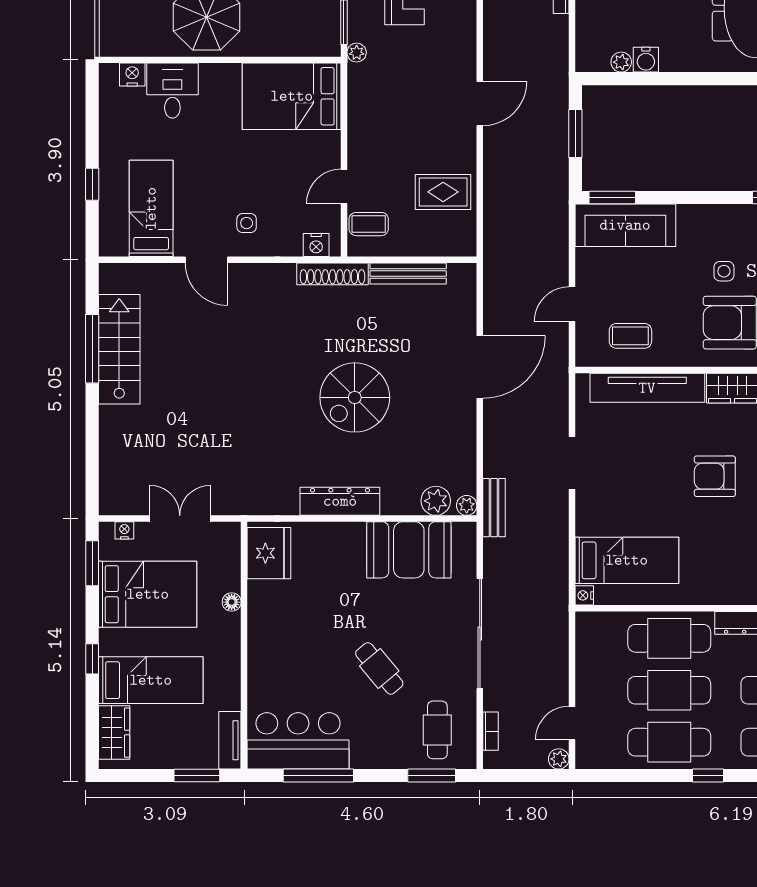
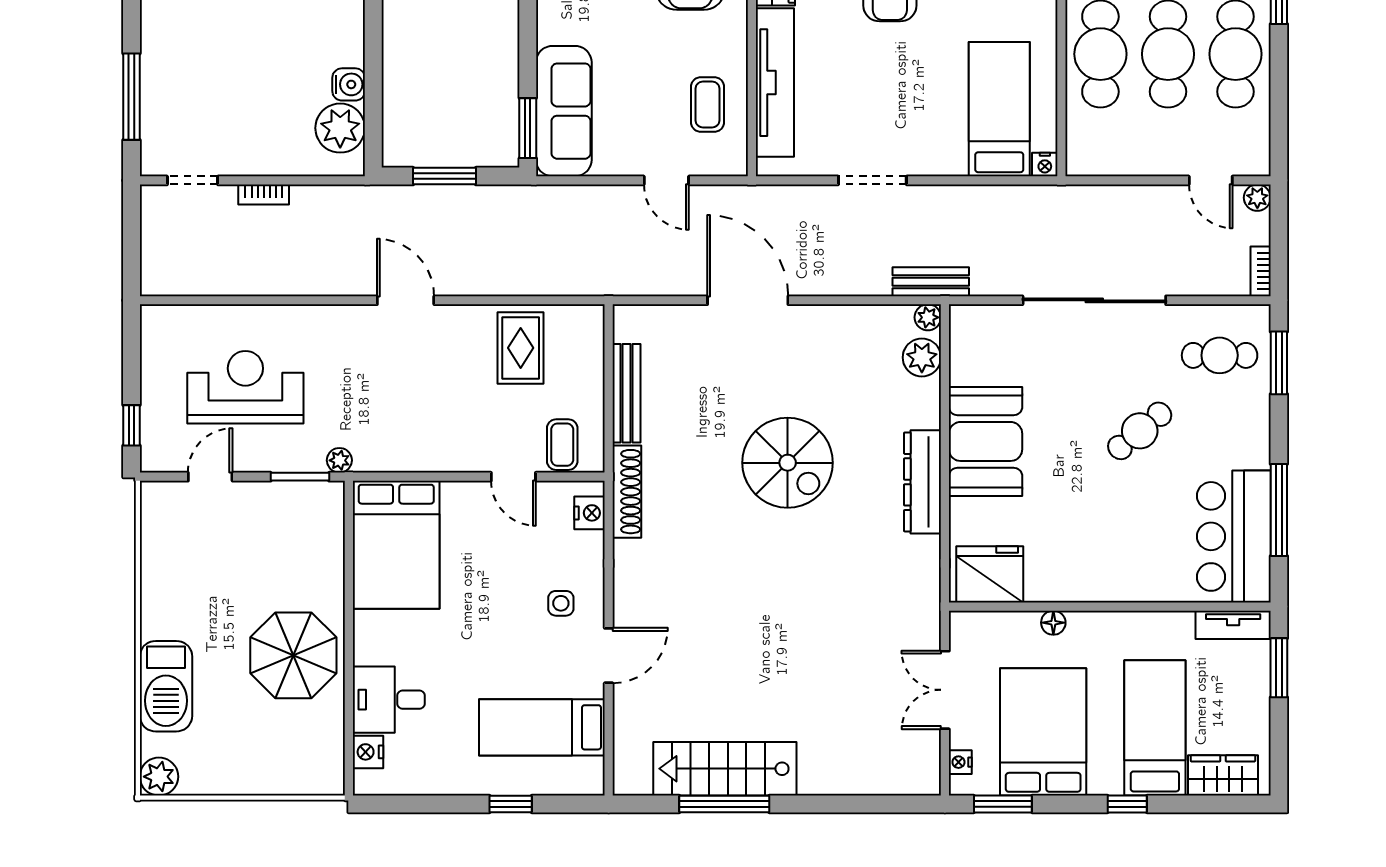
plant: (621, 62) -> (340, 128), width x1.87, depth x1.87
booth: (409, 550) -> (986, 441), moved
bookcase: (491, 731) -> (1261, 271), moved, turned -90

